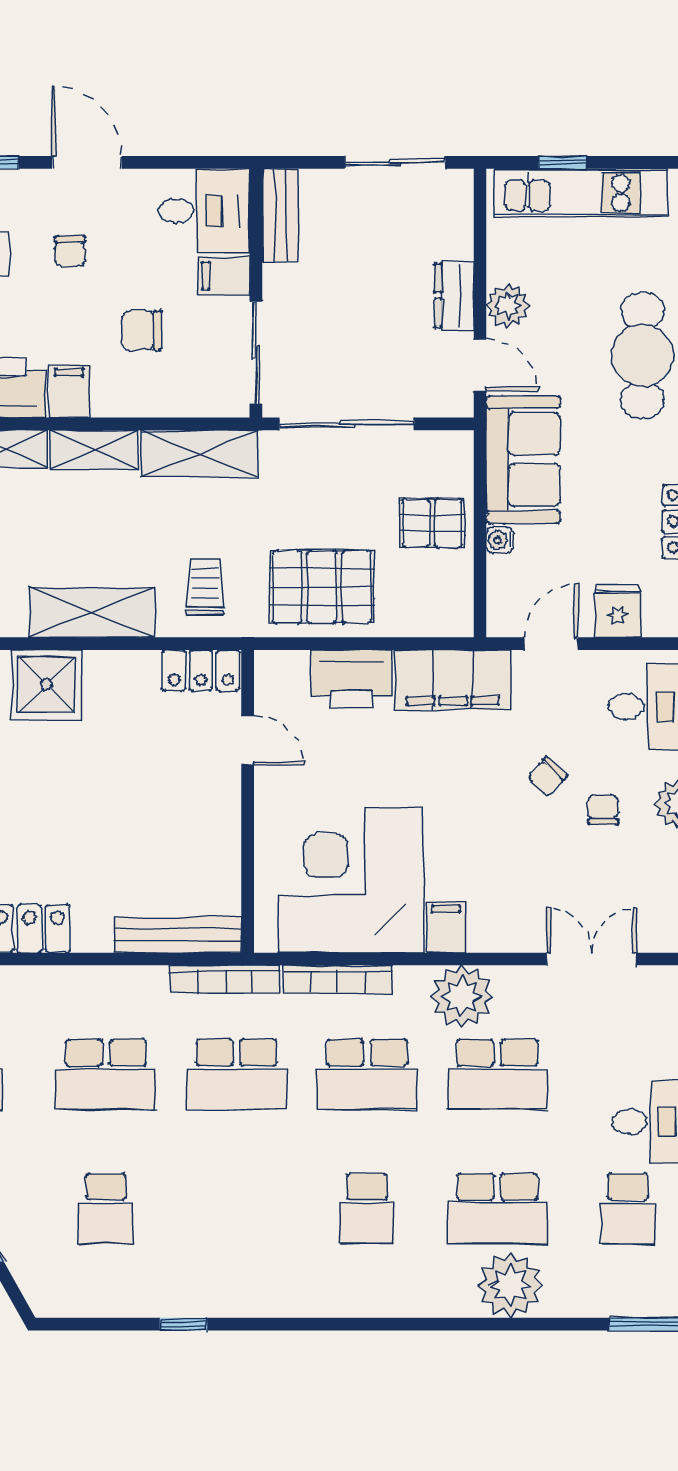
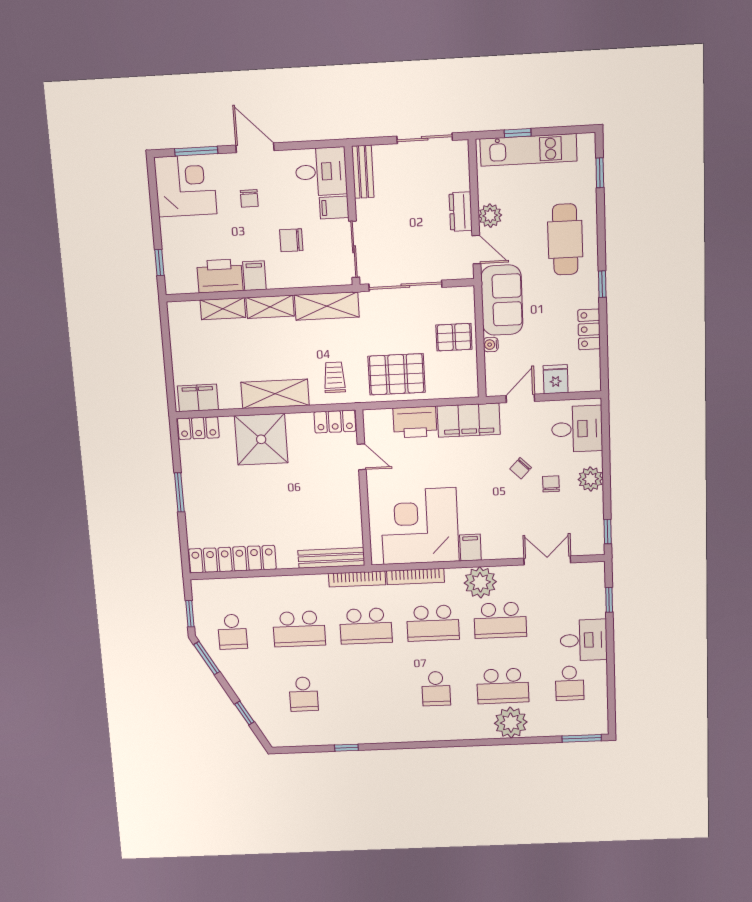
shower: (46, 685) -> (261, 439), width x1.37, depth x1.37

